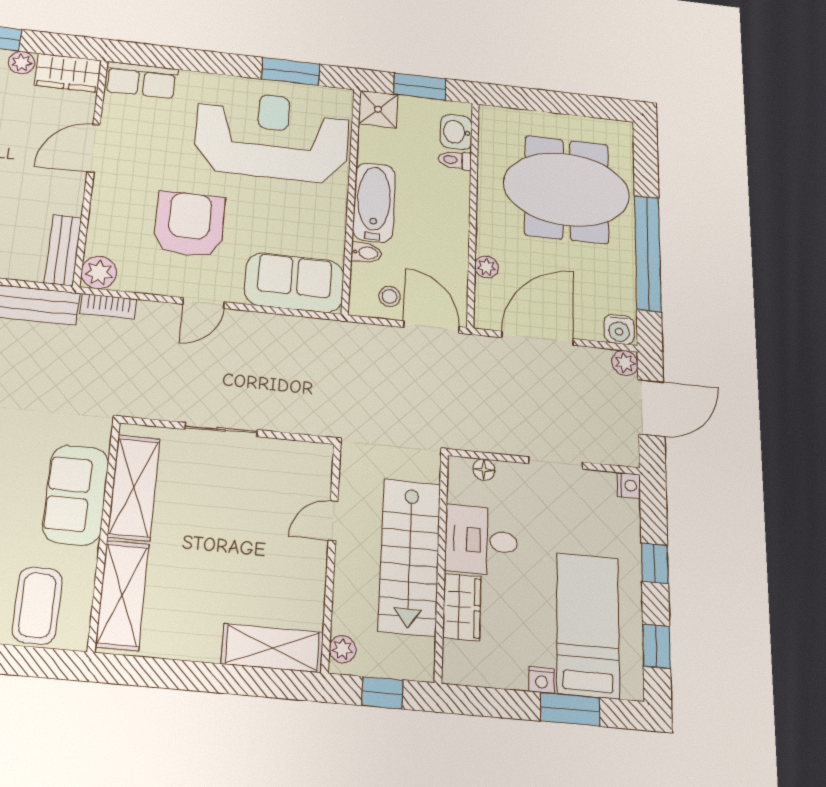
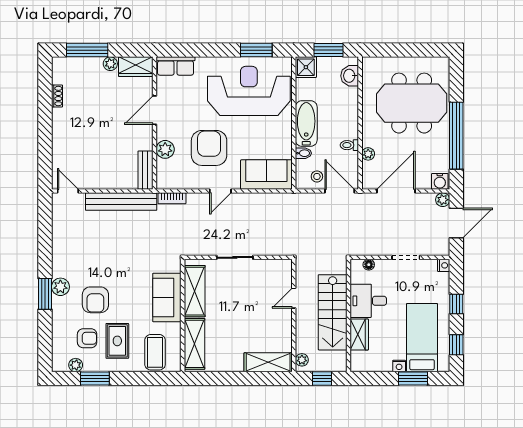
toilet: (455, 160) -> (349, 145), moved
plant: (99, 273) -> (165, 149), moved

